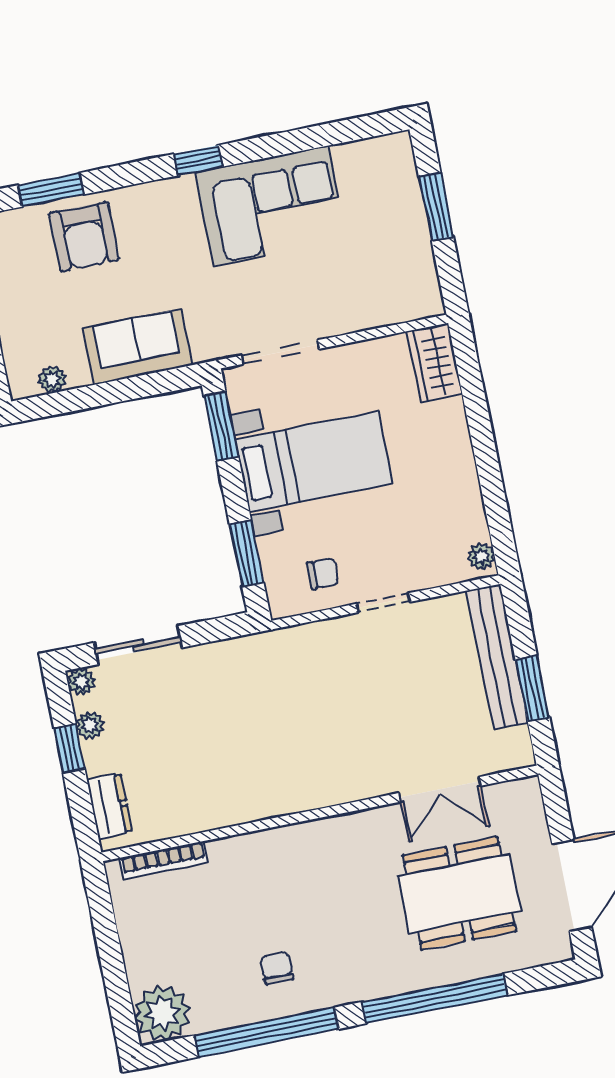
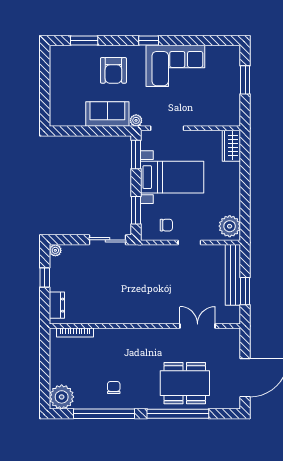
armchair: (84, 237) -> (113, 70), moved
plant: (52, 379) -> (136, 120), moved
plant: (481, 556) -> (230, 226), width x1.87, depth x1.87
sliding door: (138, 645) -> (107, 240), moved
plant: (90, 725) -> (55, 270), removed
double door: (440, 789) -> (198, 326), swing flipped
dining table: (459, 893) -> (185, 383), moved

